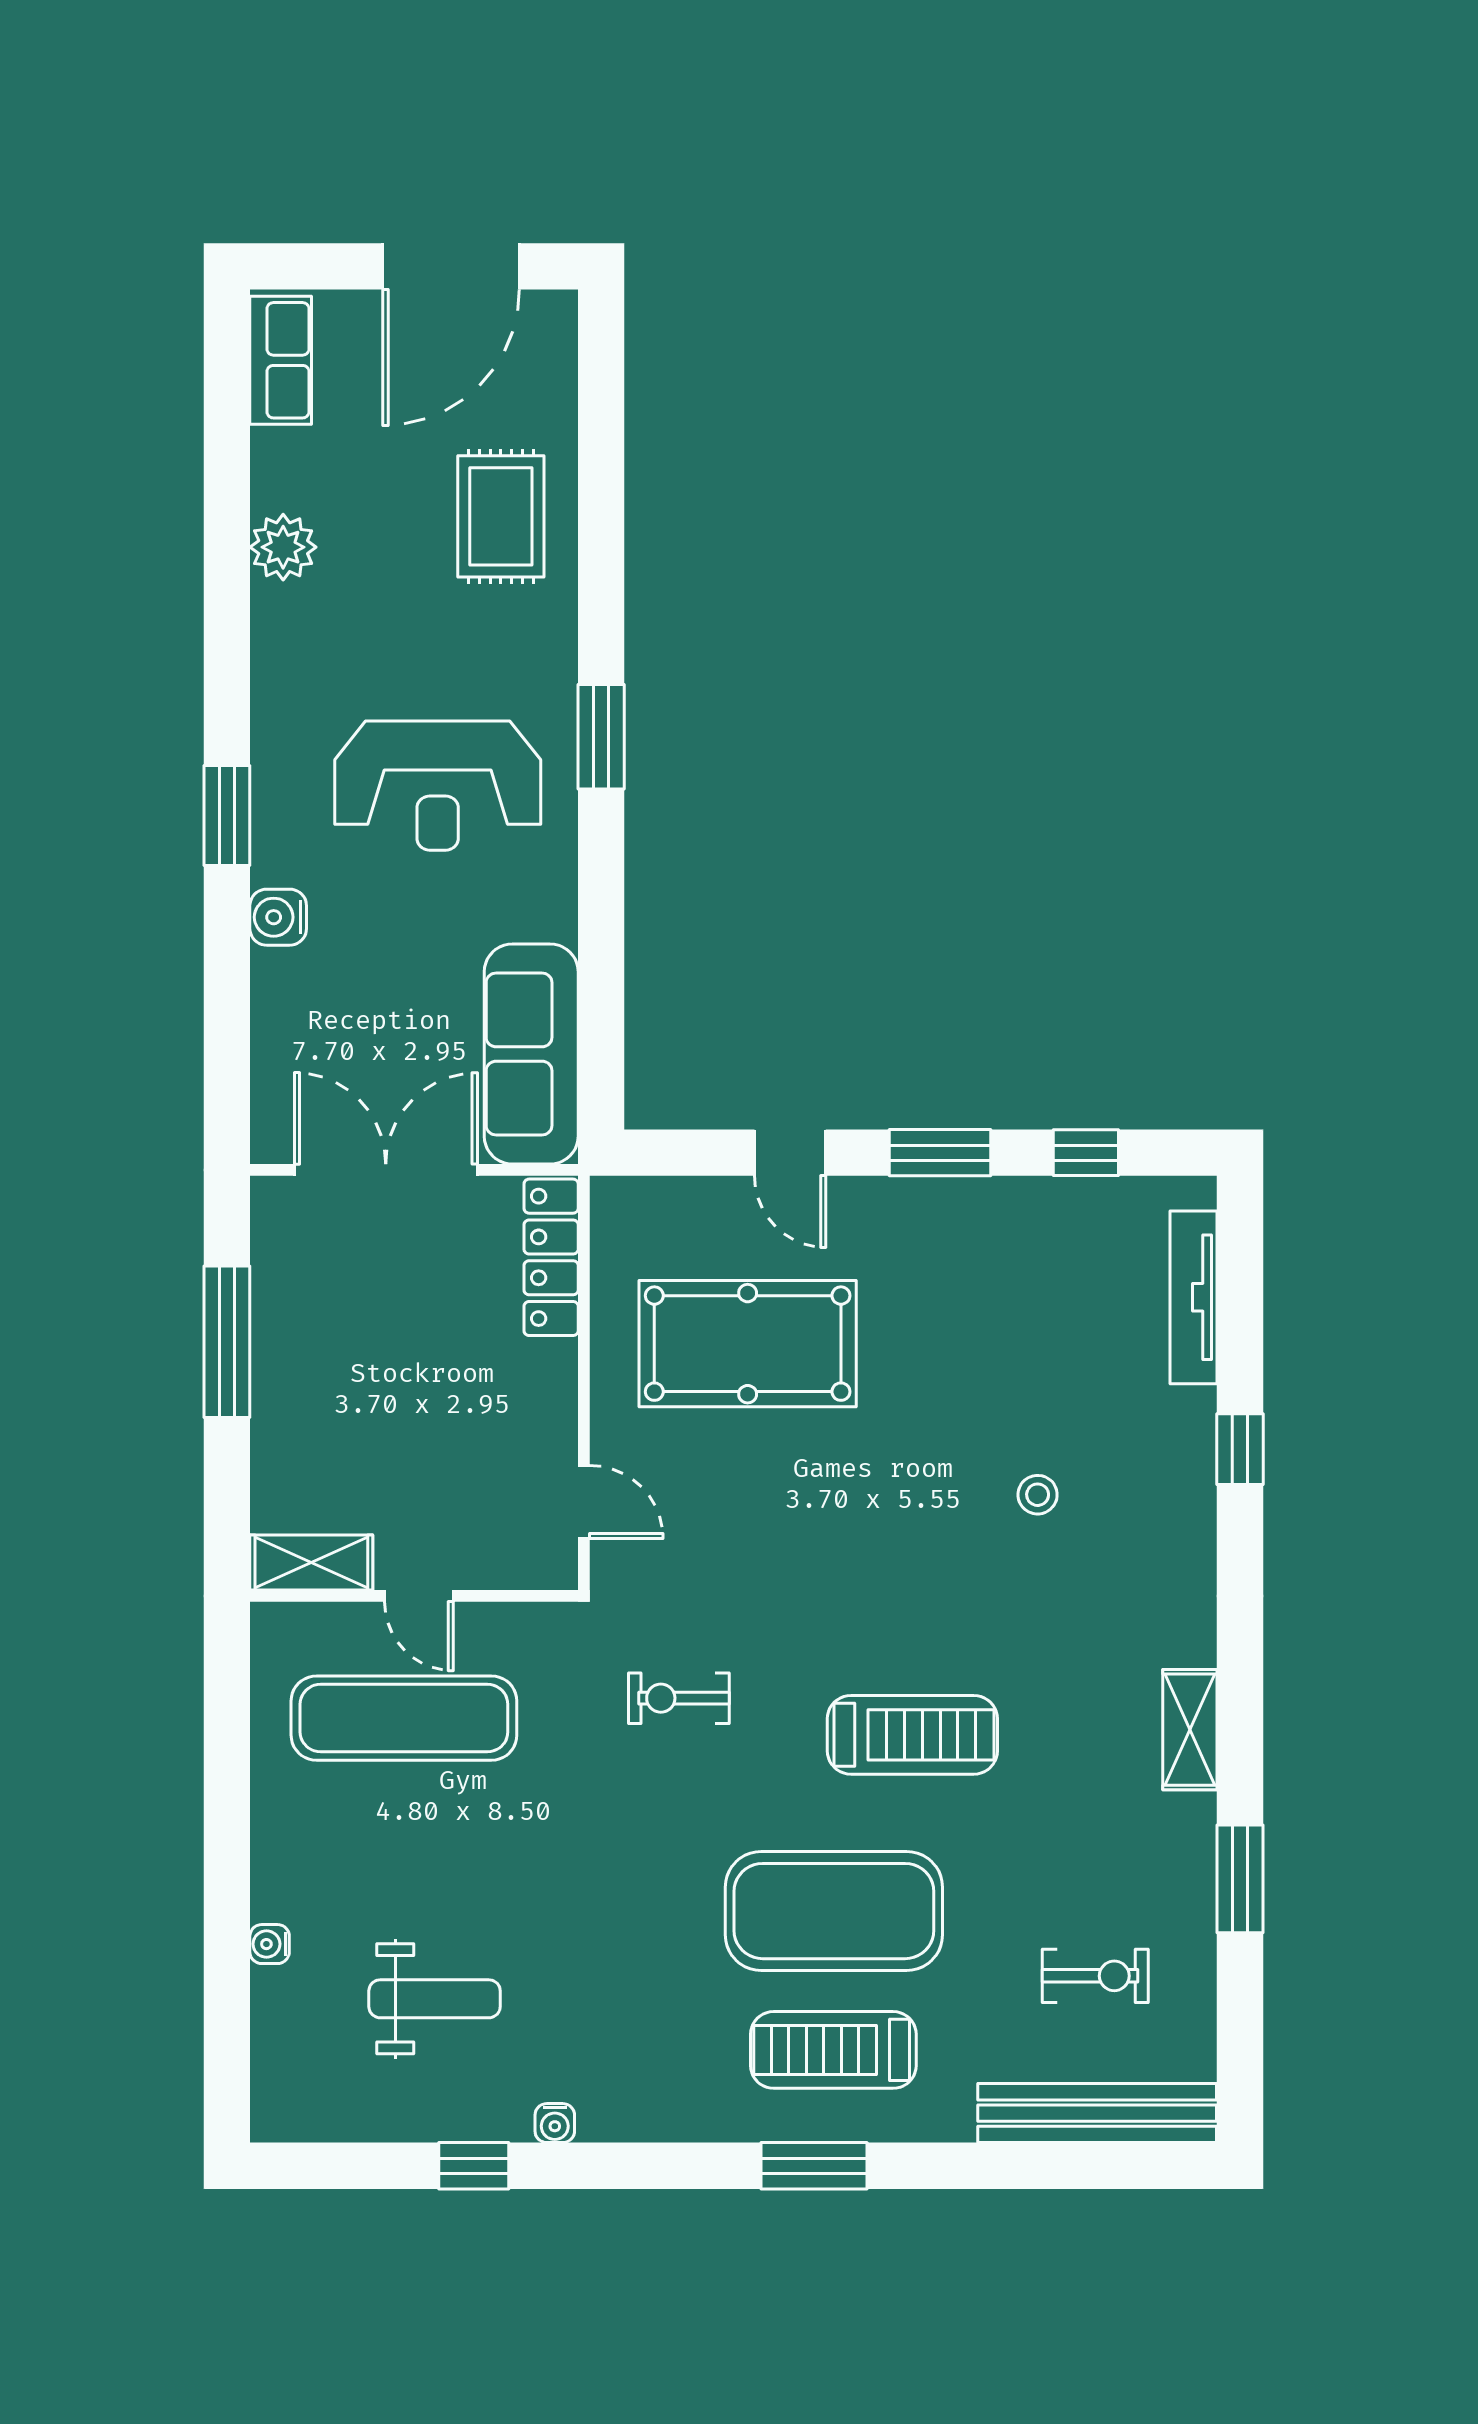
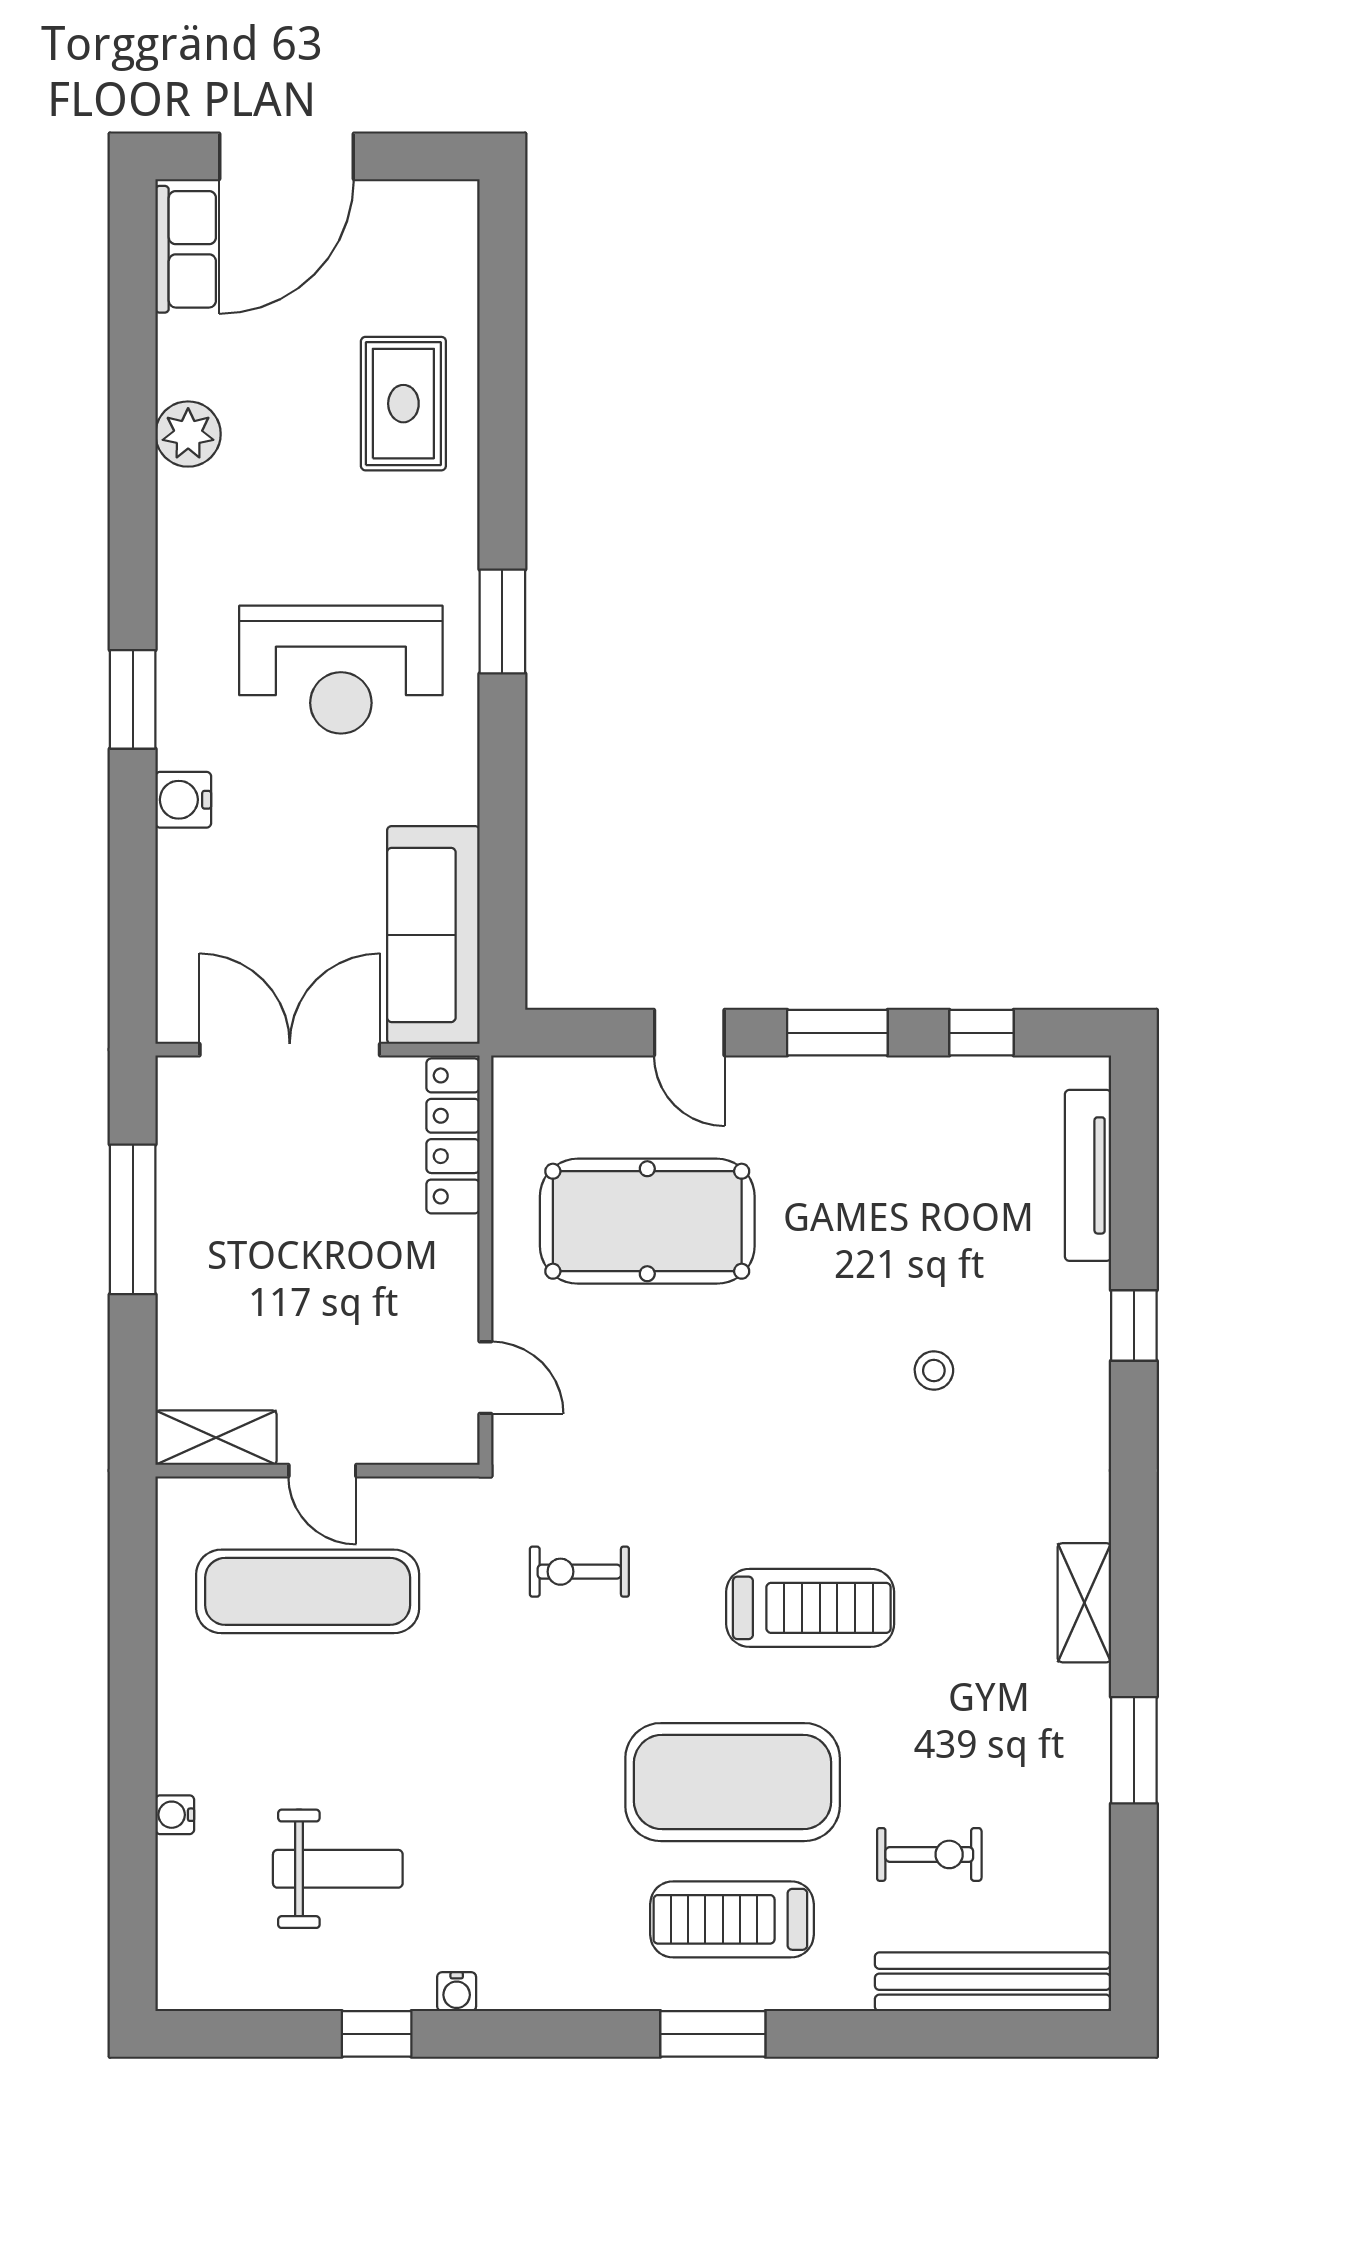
door: (451, 266) -> (286, 156), moved
exercise bike: (1095, 1976) -> (929, 1854), moved

